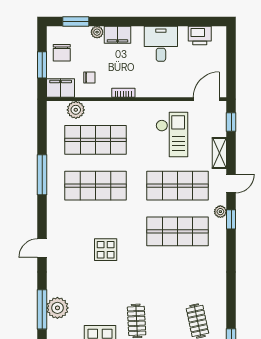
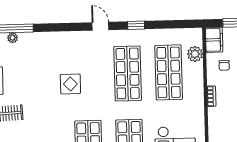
window: (42, 175) -> (136, 25), width x0.46
door: (42, 248) -> (100, 26), moved
plant: (57, 308) -> (13, 38), width x0.53, depth x0.53

